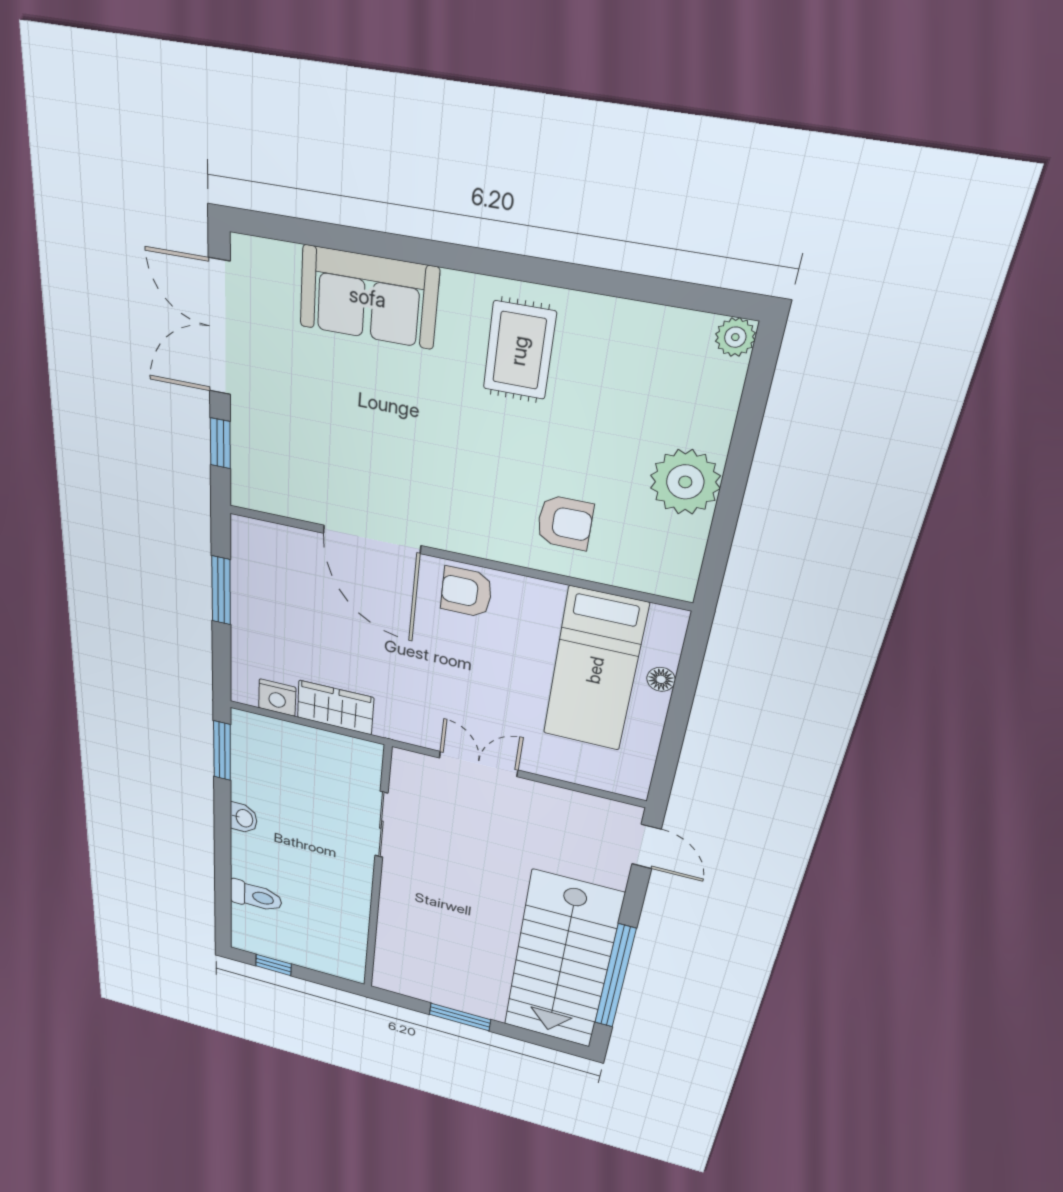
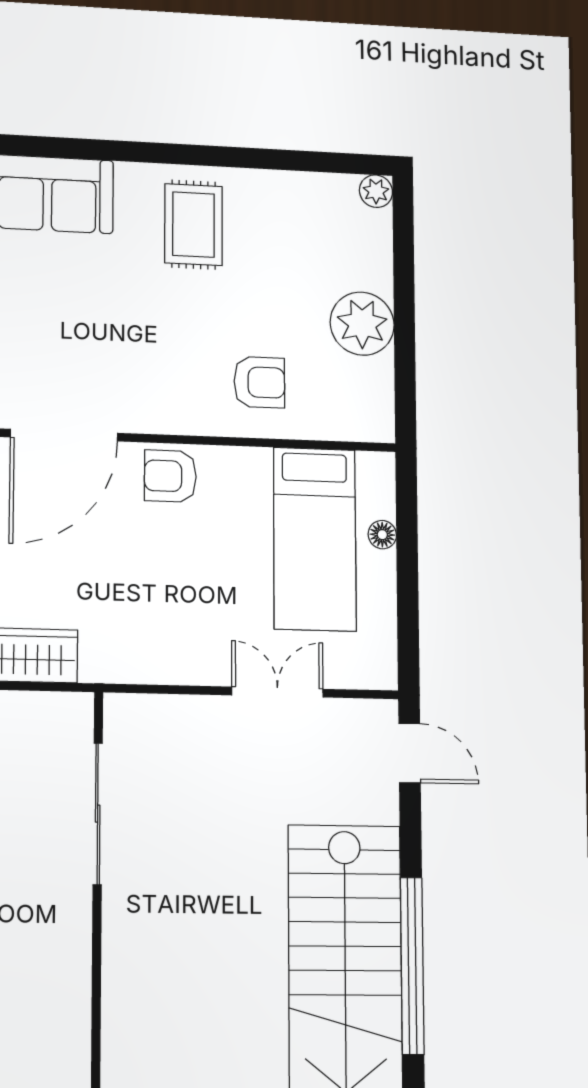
door: (372, 539) -> (64, 435), hinge flipped
double door: (478, 764) -> (277, 692), moved
sliding door: (381, 825) -> (98, 814), width x1.37

